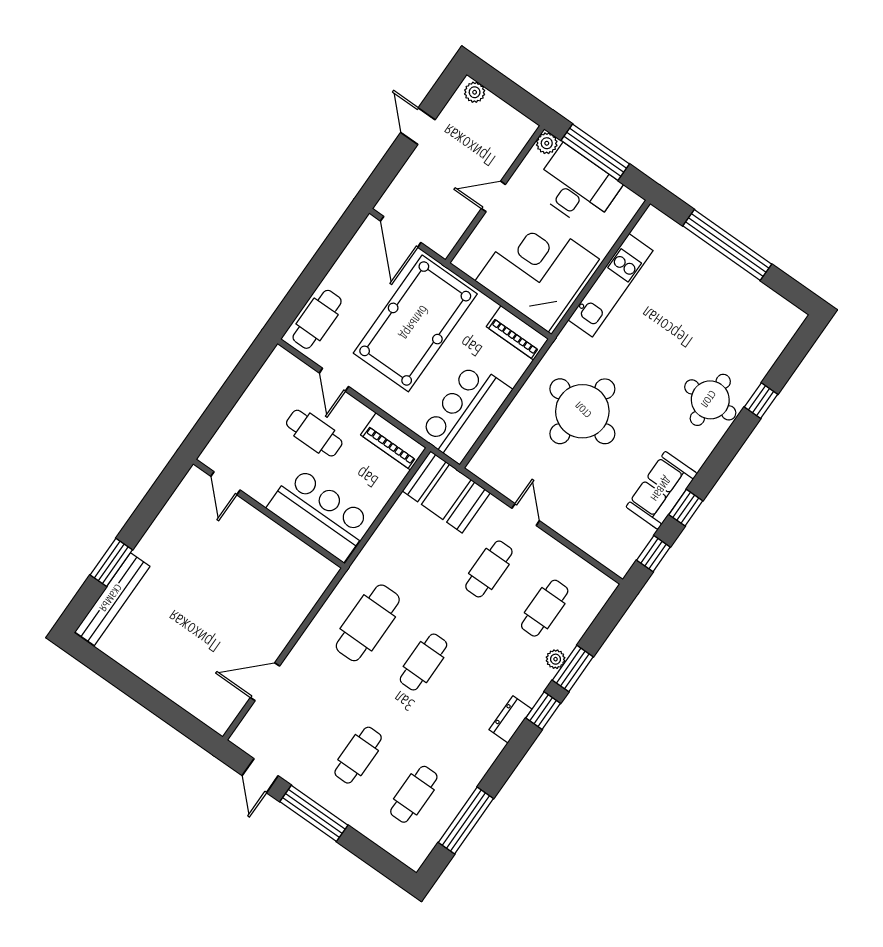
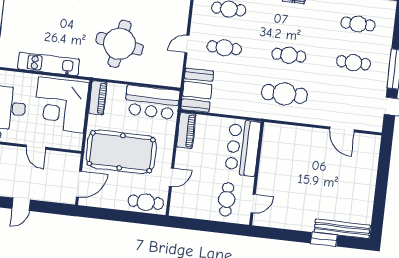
cafe table: (314, 433) -> (227, 199), moved

